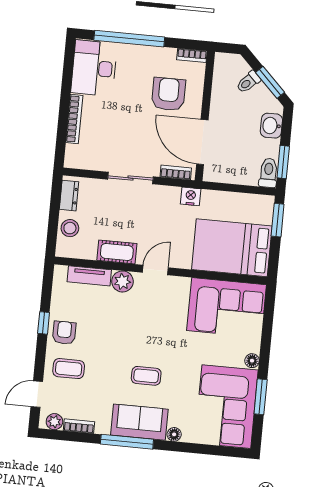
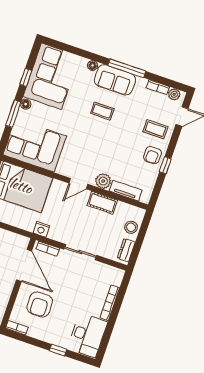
window: (129, 39) -> (58, 350), width x0.32
window: (266, 344) -> (13, 114), added
window: (261, 397) -> (26, 77), width x0.67

